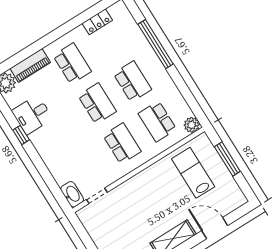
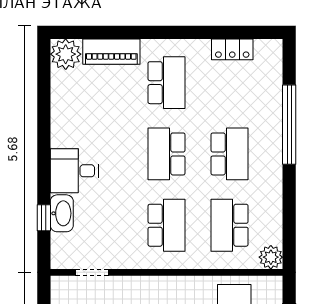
school desk: (97, 104) -> (167, 154), turned 180
desk: (32, 115) -> (74, 171), moved
window: (21, 135) -> (44, 218), moved
washbasin: (72, 194) -> (62, 213), moved

